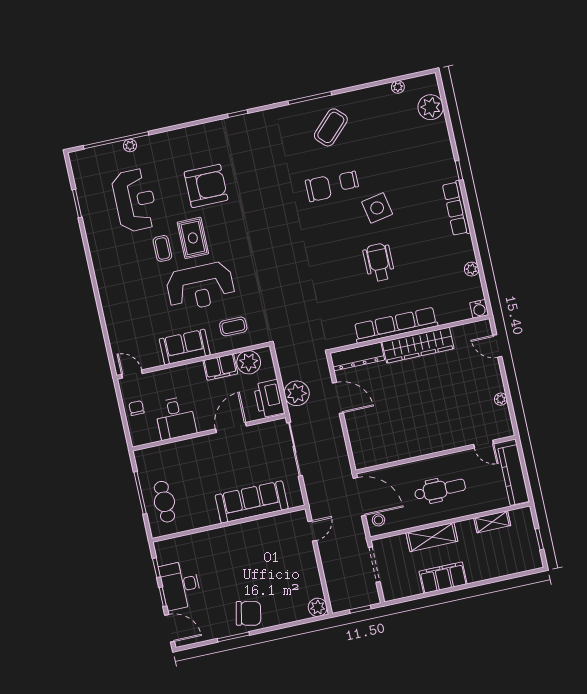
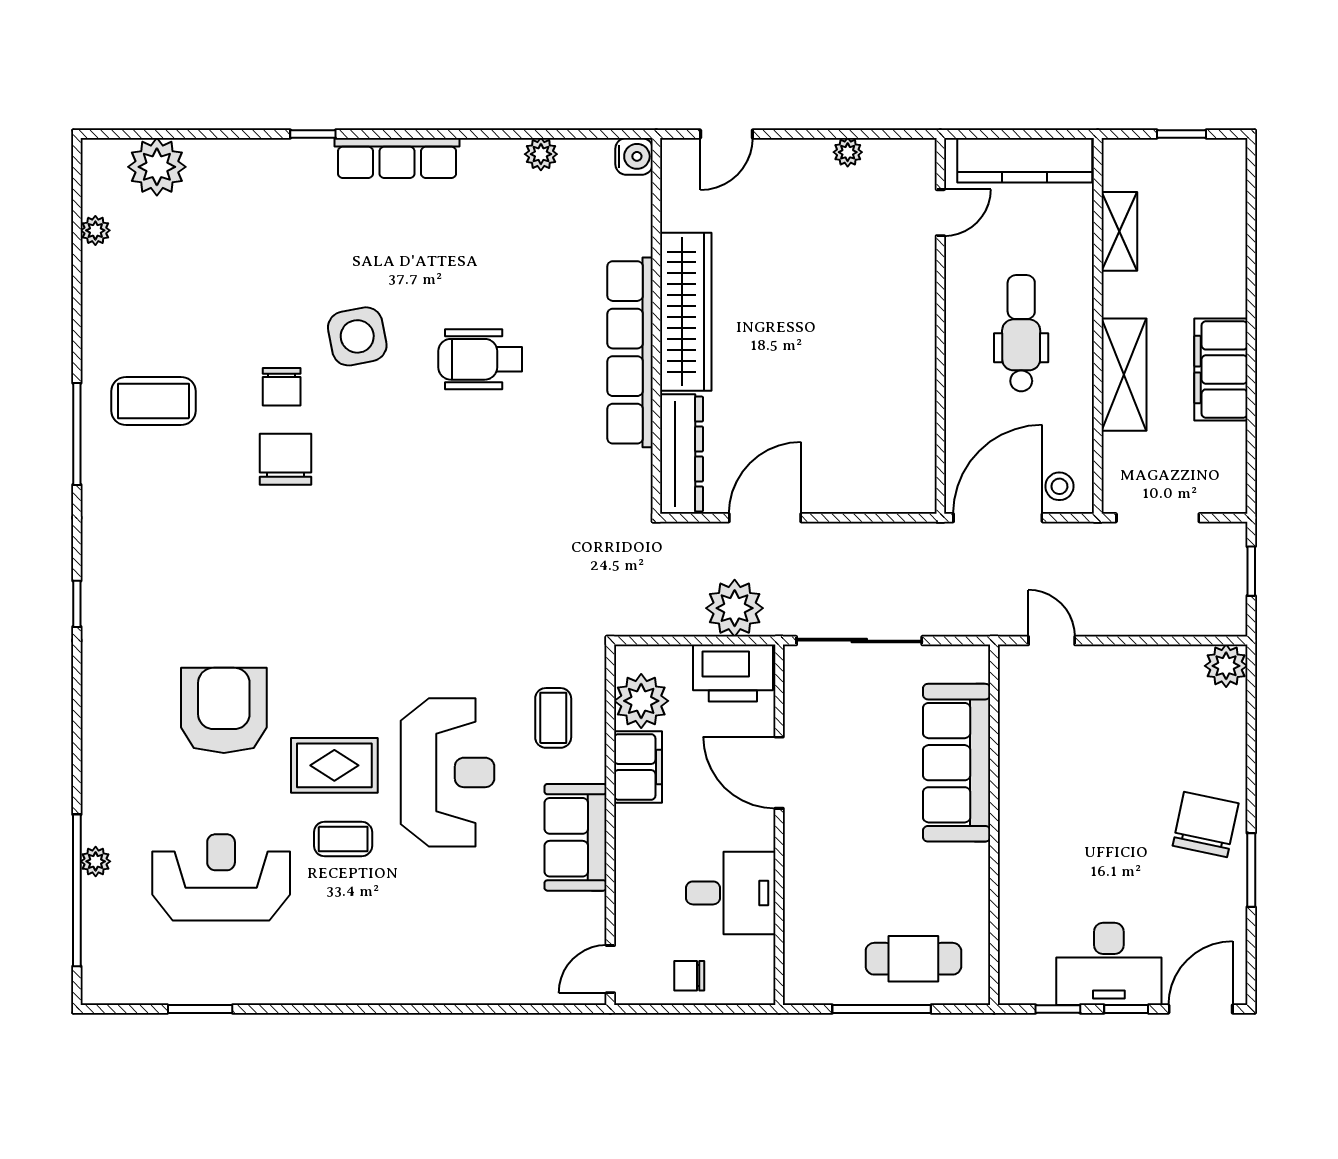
coffee table: (331, 127) -> (153, 401), turned -45

